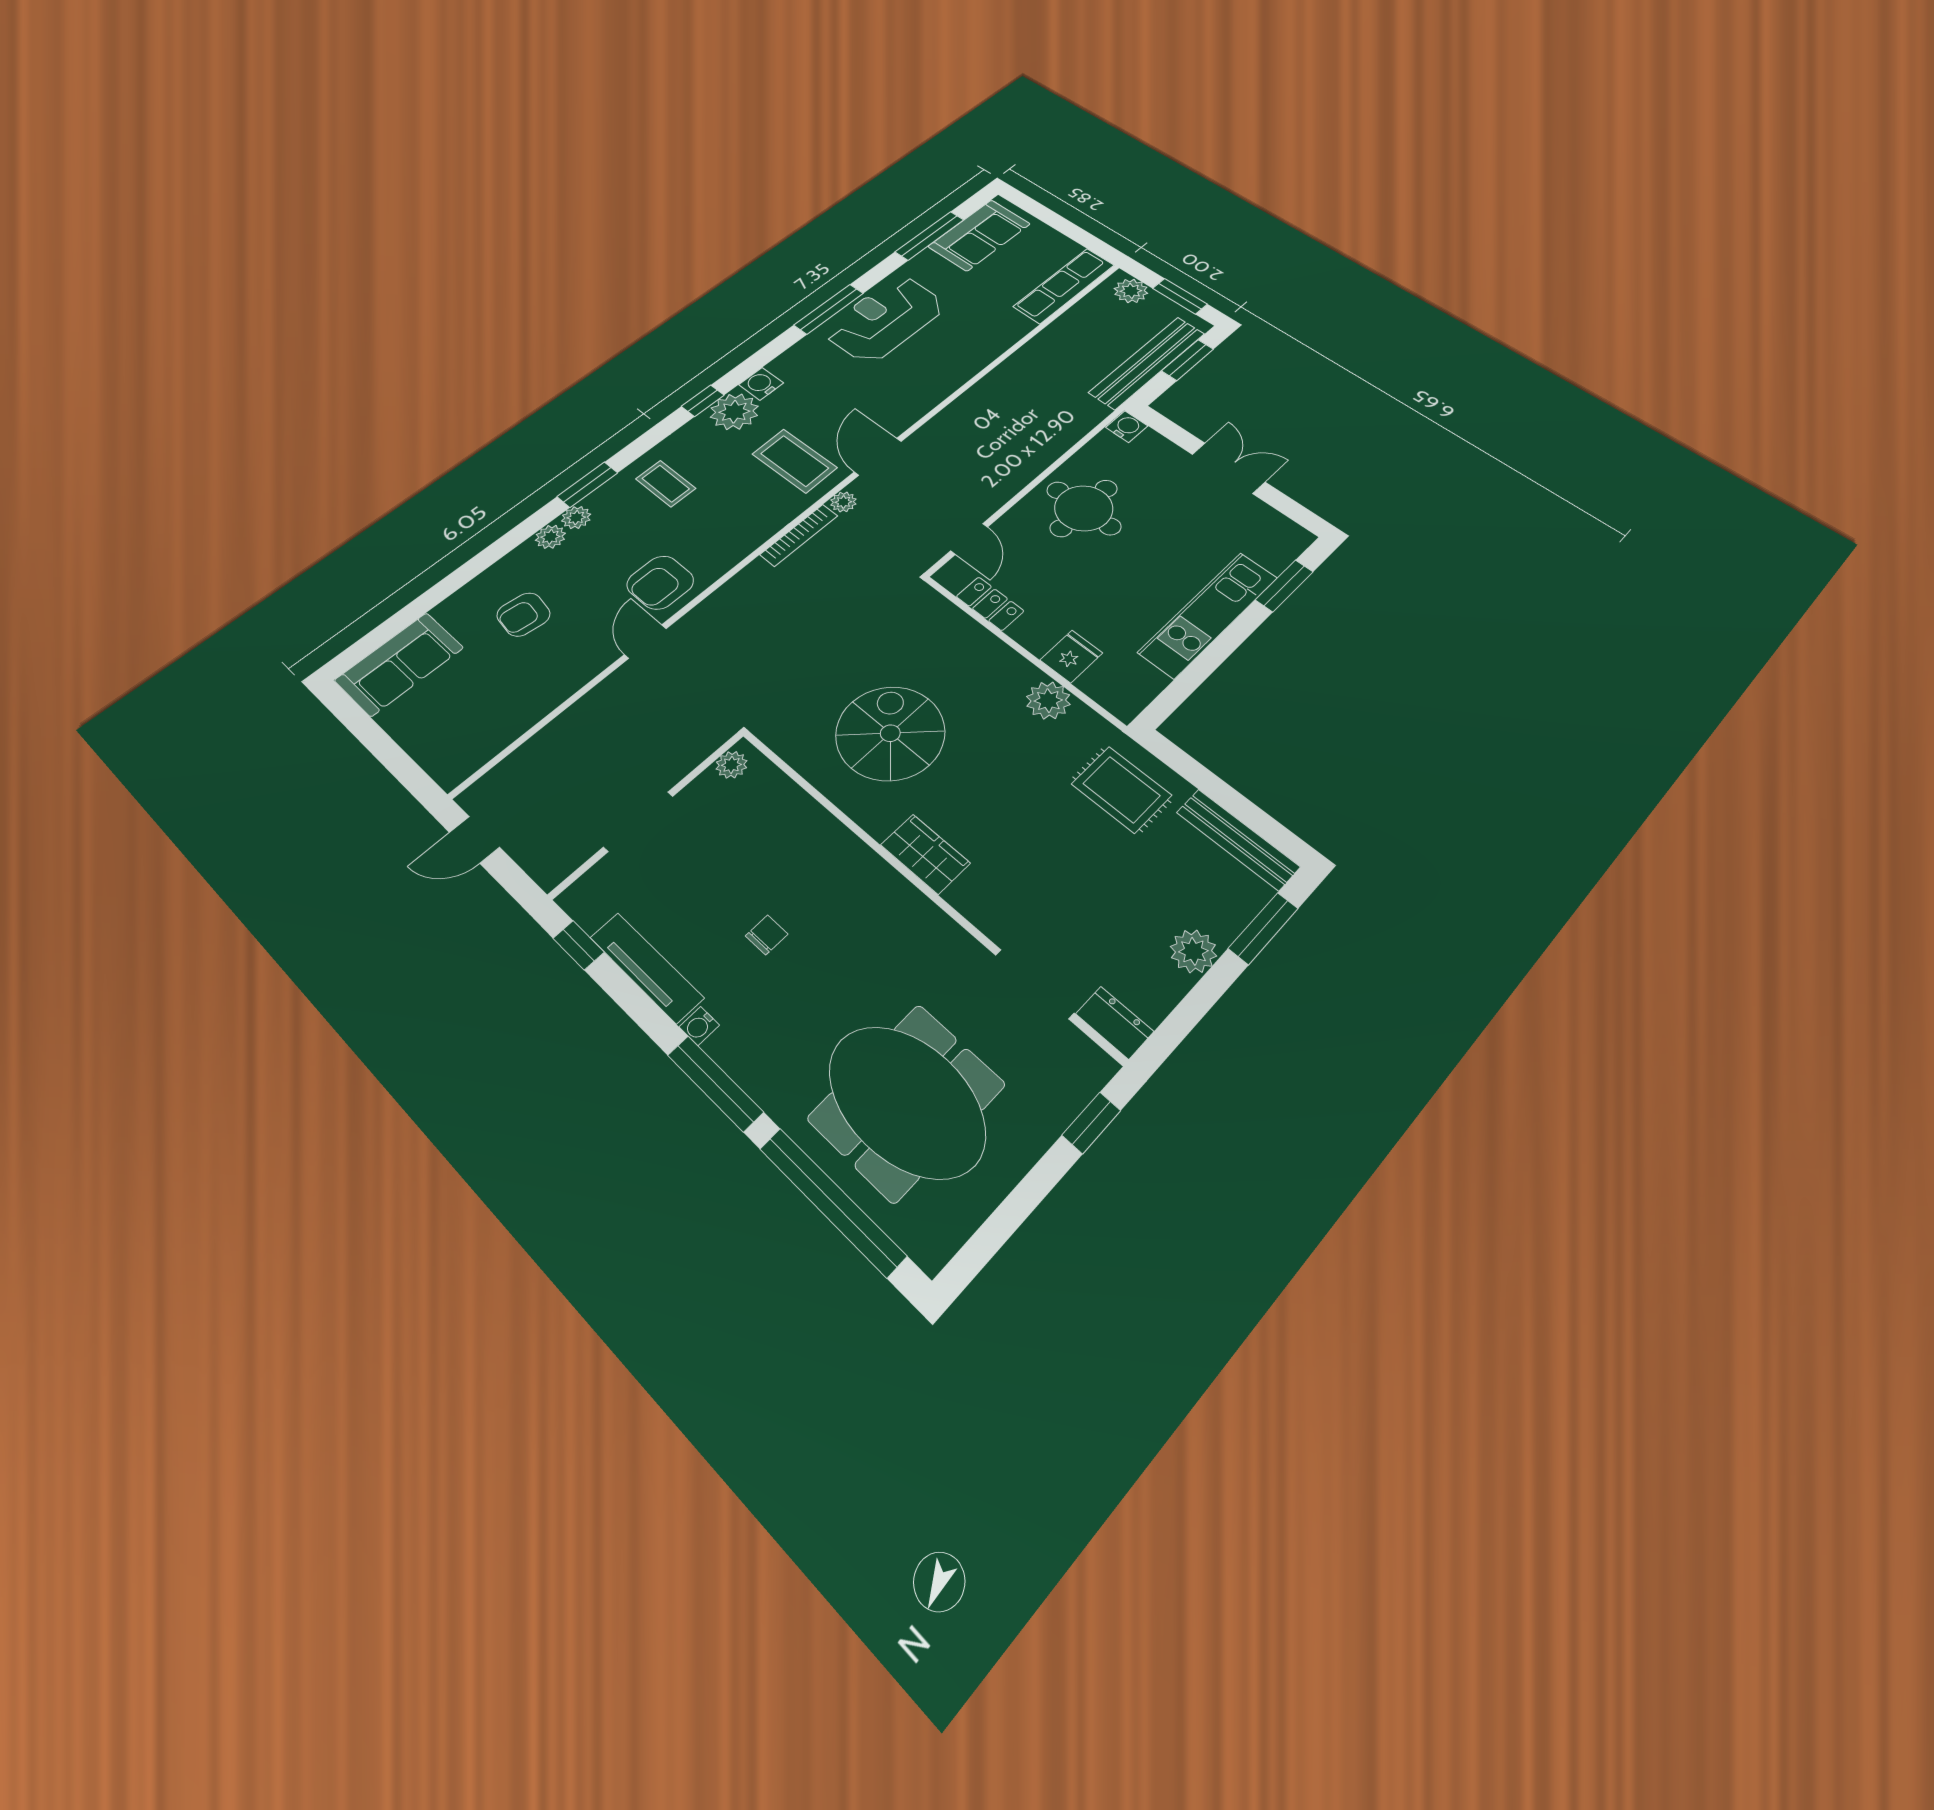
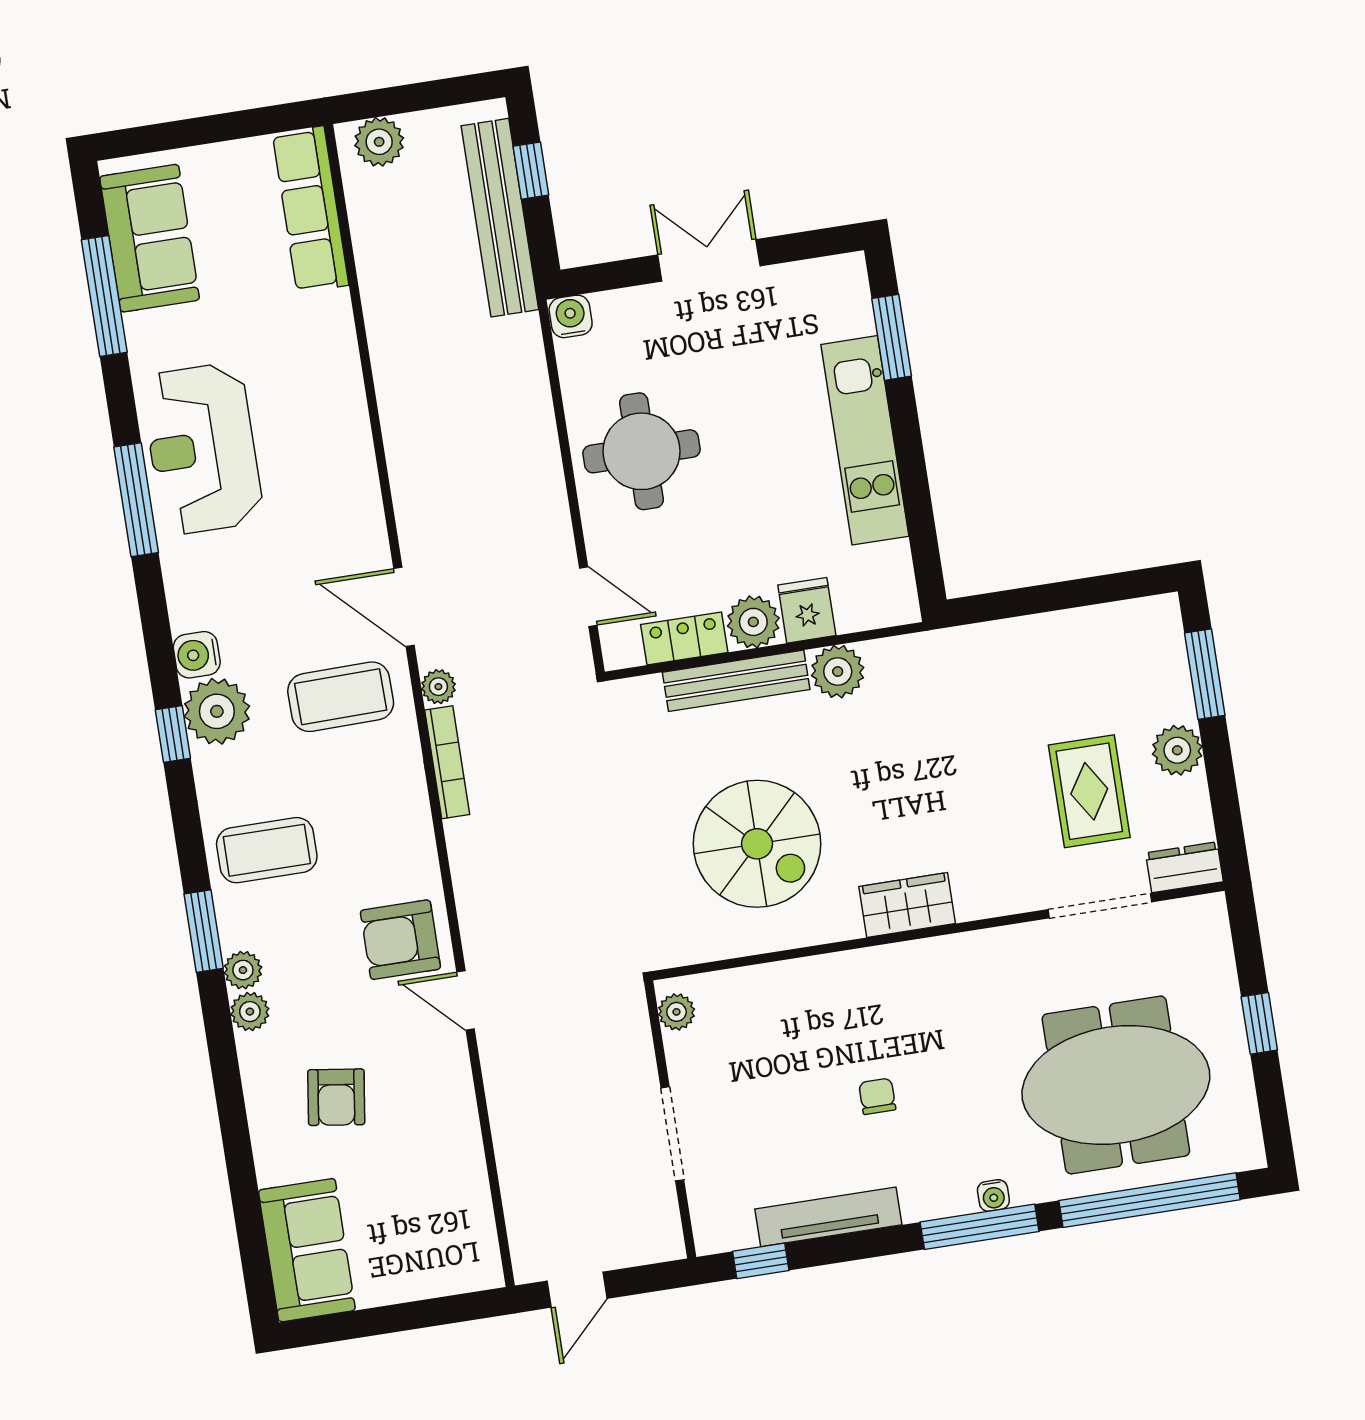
window: (1180, 296) -> (431, 95), removed
window: (1188, 360) -> (531, 171), width x0.67
coffee table: (666, 484) -> (267, 850), width x1.36, depth x1.30
armchair: (660, 583) -> (400, 940), turned 90
plant: (1036, 633) -> (753, 622), added
spiral stairs: (890, 733) -> (757, 844), turned 180
rug: (1122, 790) -> (1089, 791), moved, turned 90
bench: (1238, 839) -> (736, 681), moved
water cooler: (699, 1026) -> (993, 1195), moved
window: (1091, 1123) -> (1259, 1023), moved

